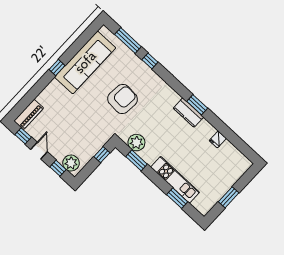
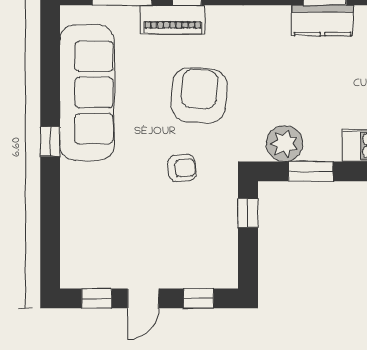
piano: (29, 114) -> (173, 20), moved, turned 90
armchair: (94, 118) -> (182, 168), added
door: (39, 151) -> (143, 298), swing flipped
plant: (71, 163) -> (212, 271), removed

